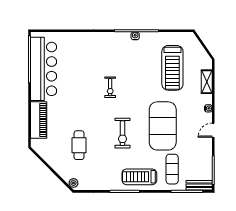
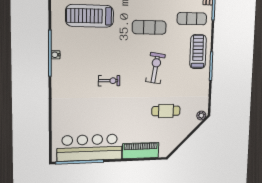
treadmill: (172, 68) -> (90, 16), turned 180
exercise mat: (163, 126) -> (149, 27), width x0.50, depth x0.69
exercise bike: (123, 133) -> (155, 68), turned -81
treadmill: (139, 177) -> (198, 52), turned 180

